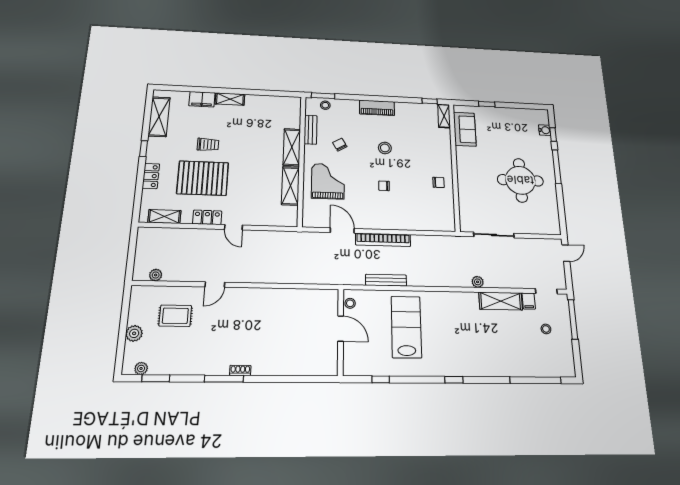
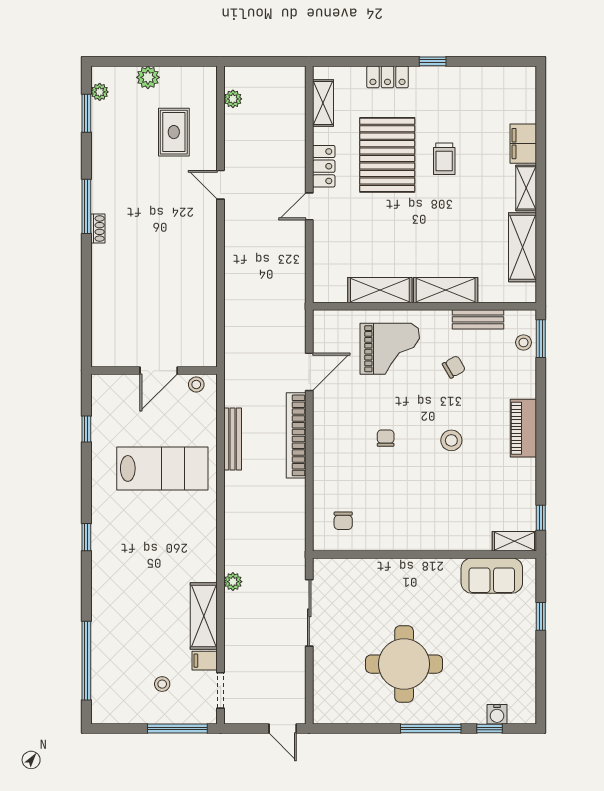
shelving: (159, 117) -> (523, 247), moved, turned 90
chair: (439, 182) -> (343, 521), moved

